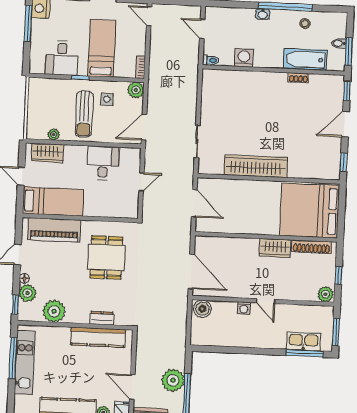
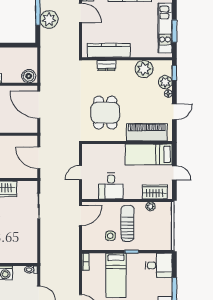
desk: (62, 58) -> (159, 265), moved, turned 90
plant: (136, 90) -> (88, 244), removed
window: (13, 358) -> (174, 31), width x0.69

